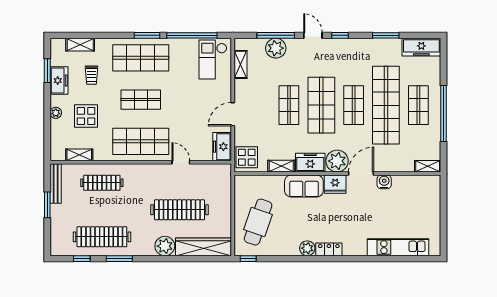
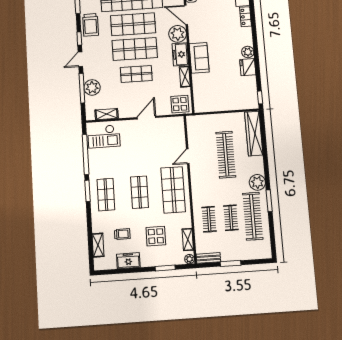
trolley: (357, 51) -> (91, 25), added
shop shelf: (141, 58) -> (106, 195), width x0.70, depth x0.74
window: (47, 71) -> (165, 268), moved
shop shelf: (354, 105) -> (133, 24), width x1.43, depth x1.36
plant: (56, 113) -> (189, 259), moved
door: (233, 114) -> (146, 118), swing flipped
freezer: (222, 147) -> (173, 124), removed
clothes rail: (102, 183) -> (209, 219), width x0.73
bench: (56, 184) -> (208, 258), width x0.73
fridge: (335, 184) -> (248, 67), moved, turned 180
clothes rail: (102, 210) -> (231, 218), added
cafe table: (258, 222) -> (230, 92), removed
plant: (165, 246) -> (257, 182), moved
locker: (329, 249) -> (245, 17), moved
window: (82, 259) -> (272, 232), removed

